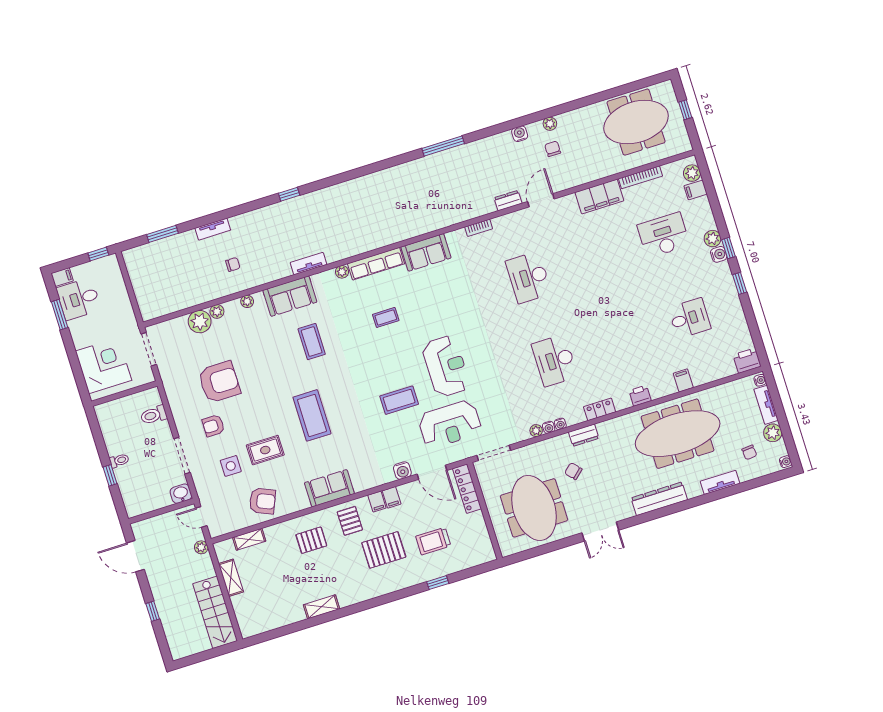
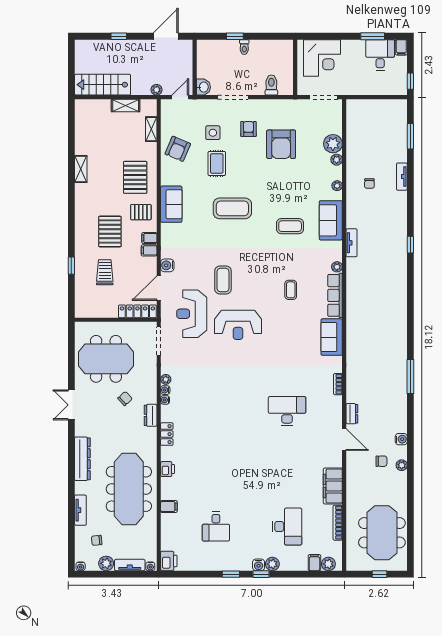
desk: (555, 360) -> (216, 411), removed
pallet: (311, 540) -> (135, 177), width x1.50, depth x1.42

